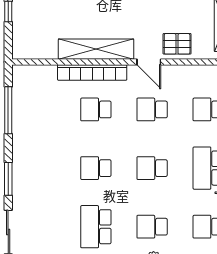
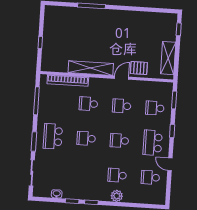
door: (149, 62) -> (122, 78), swing flipped
bookcase: (92, 72) -> (68, 80), moved
school desk: (96, 227) -> (53, 136), moved

